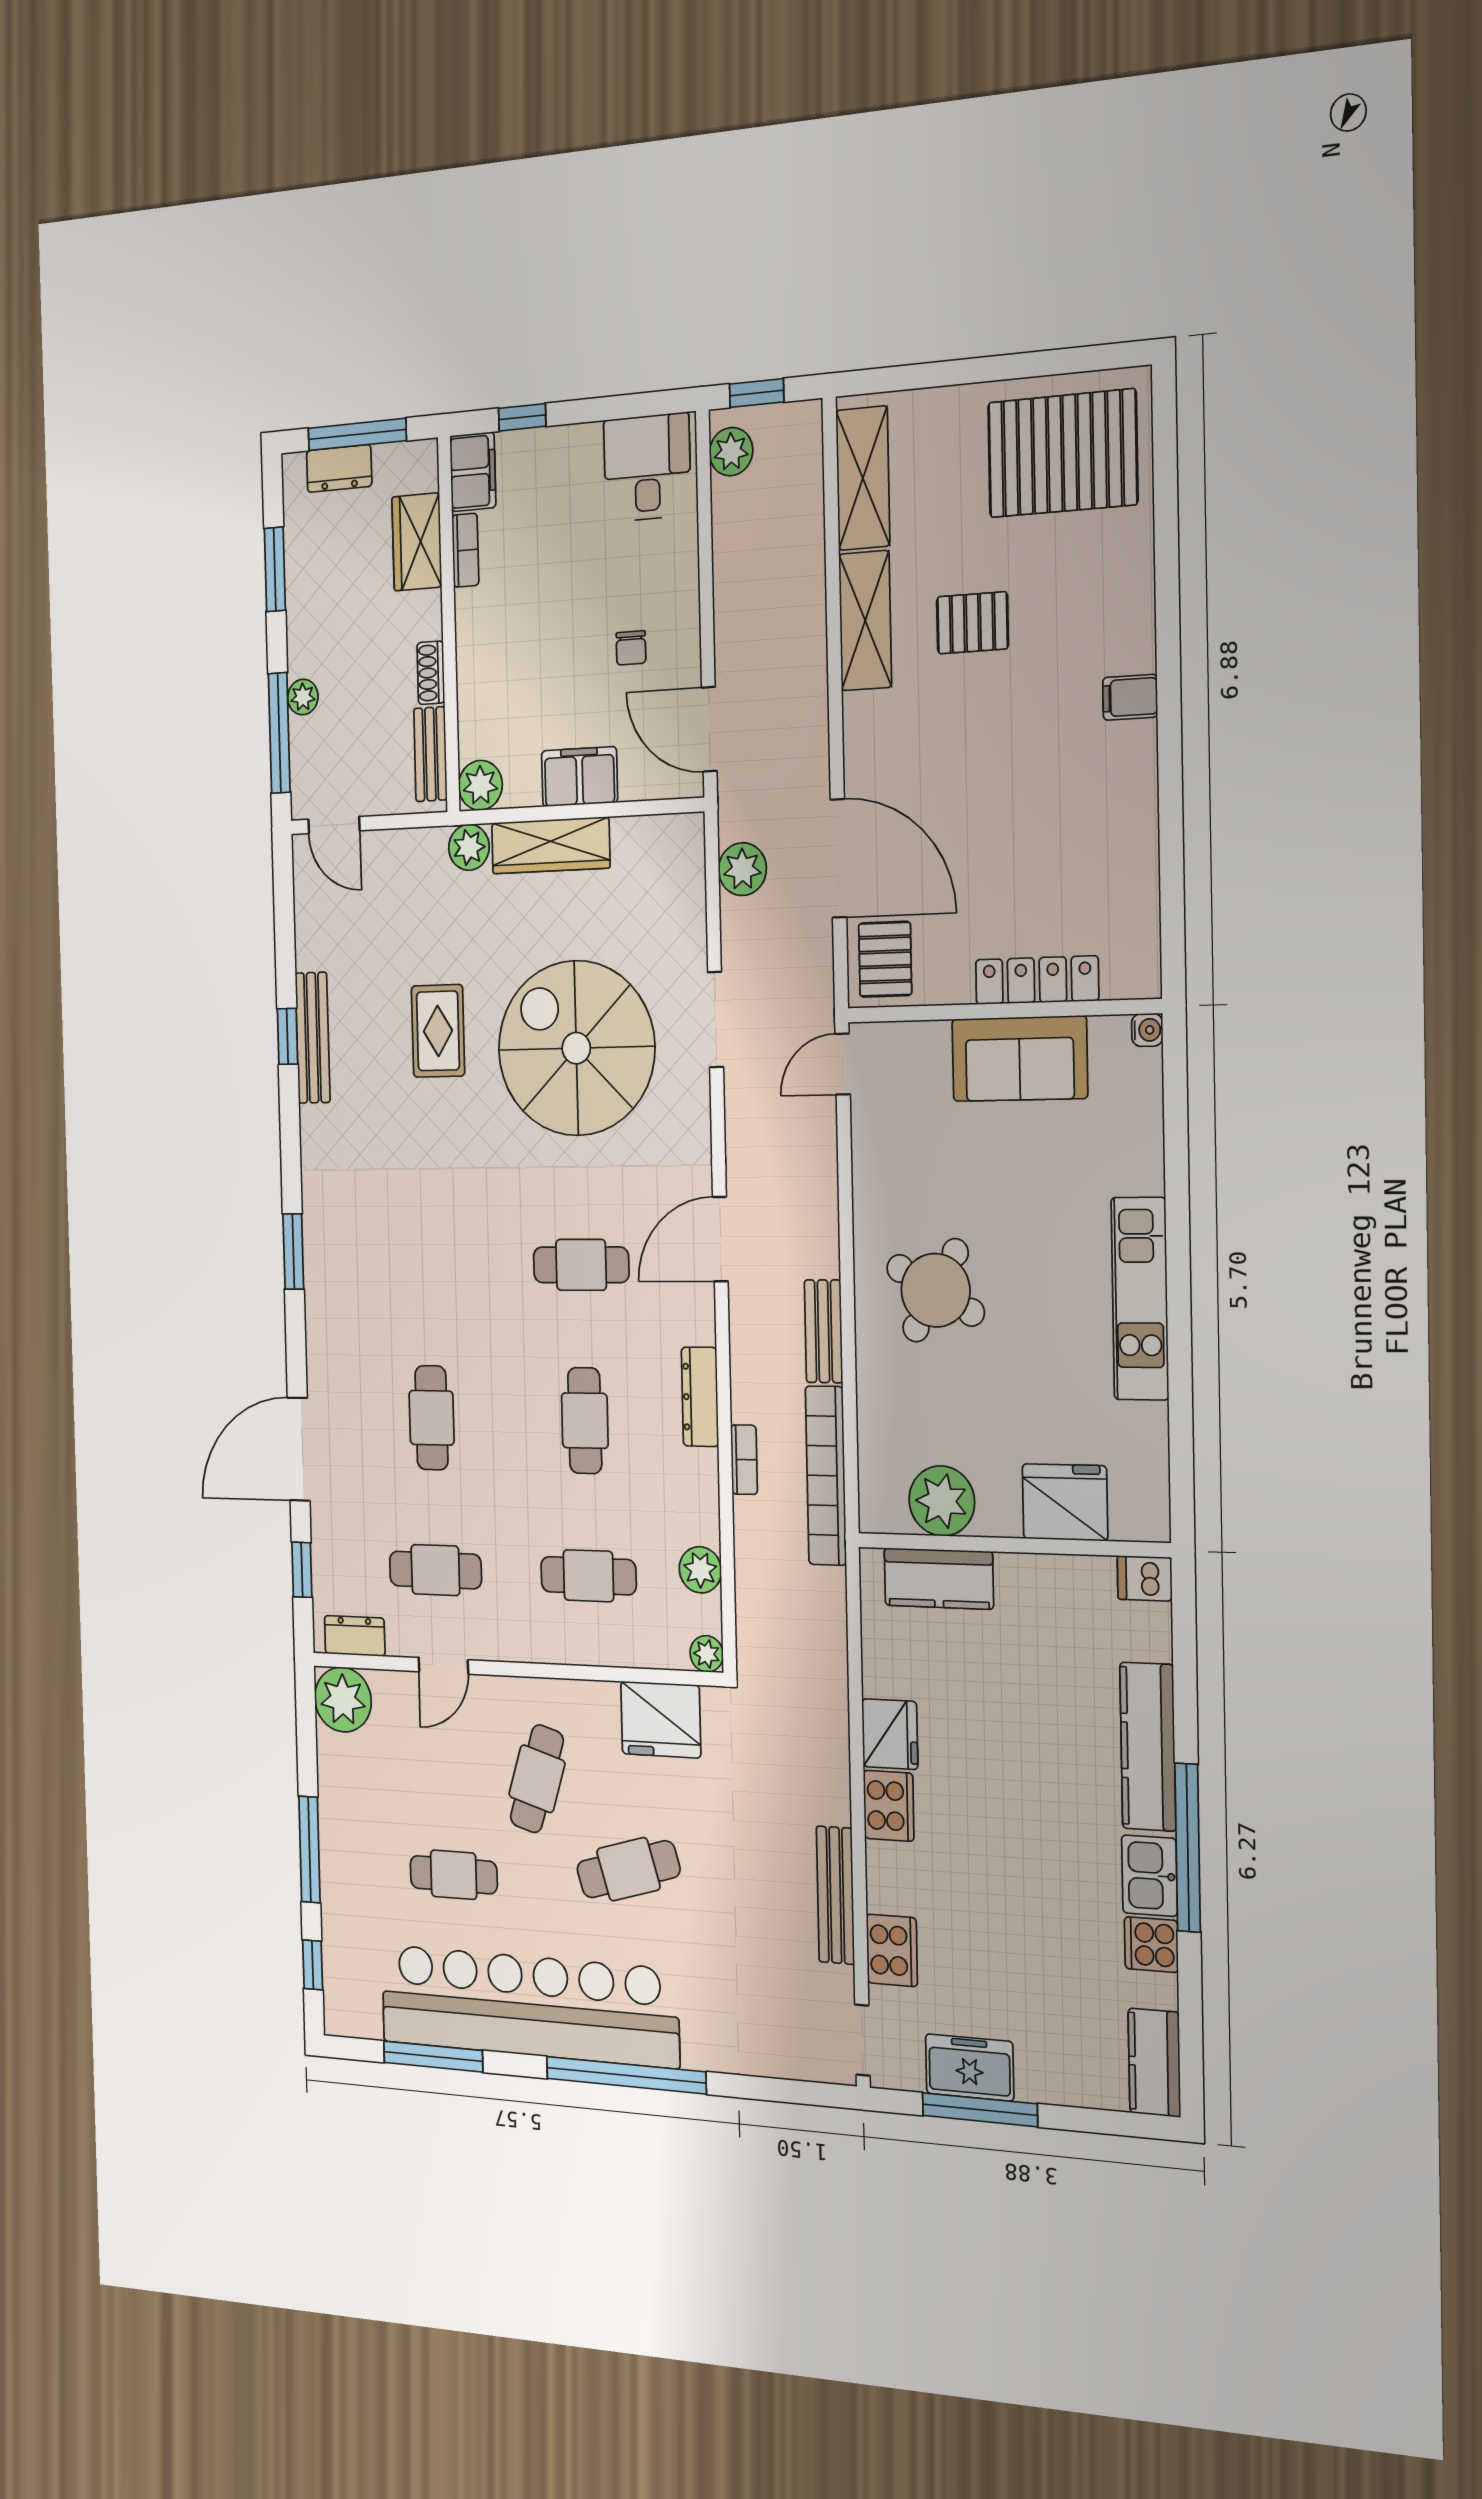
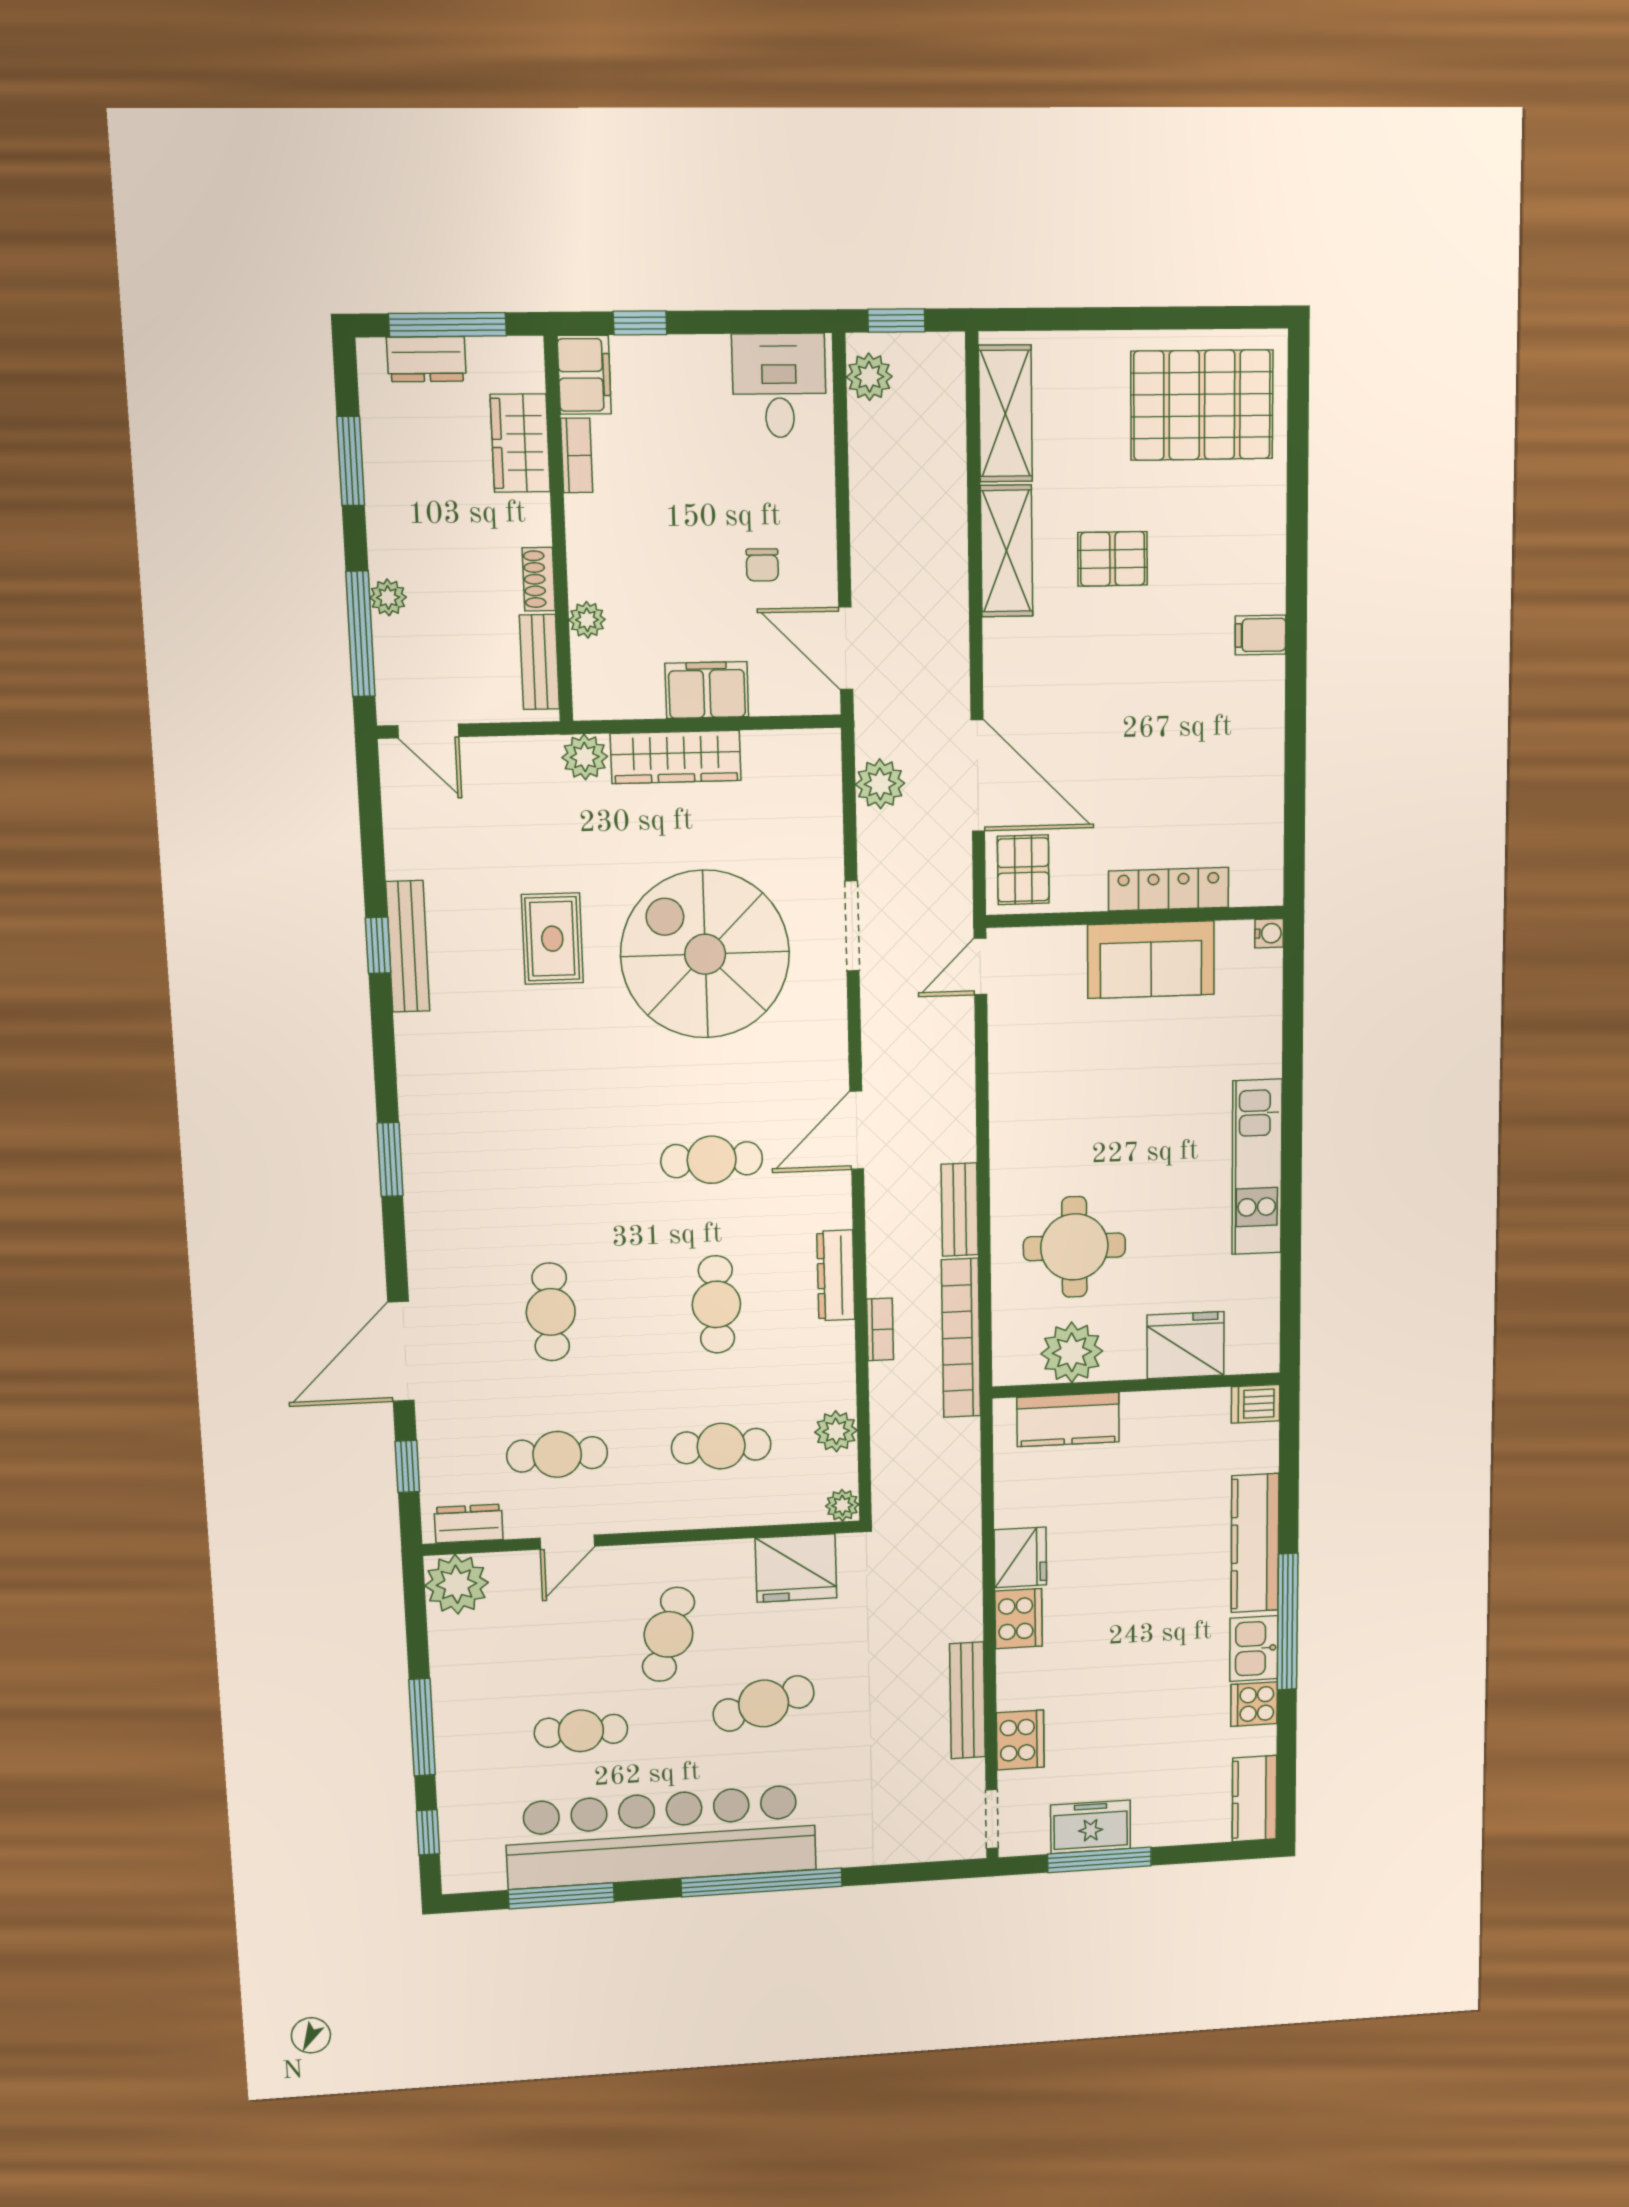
plant: (480, 785) -> (587, 620), moved, width x0.73, depth x0.73
round table: (936, 1290) -> (1074, 1247), moved, turned -30

